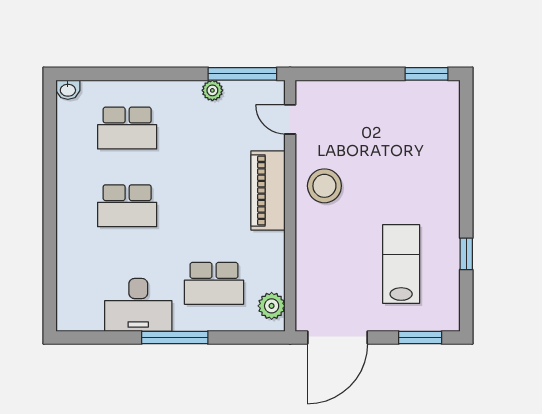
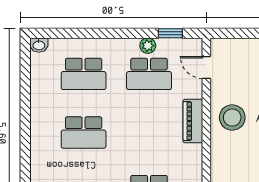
window: (242, 74) -> (170, 33), width x0.46
school desk: (214, 128) -> (149, 74), added
piano: (268, 190) -> (193, 121), width x0.73, depth x0.75

